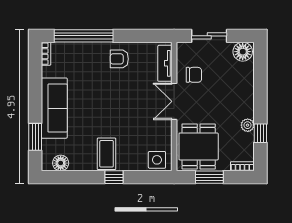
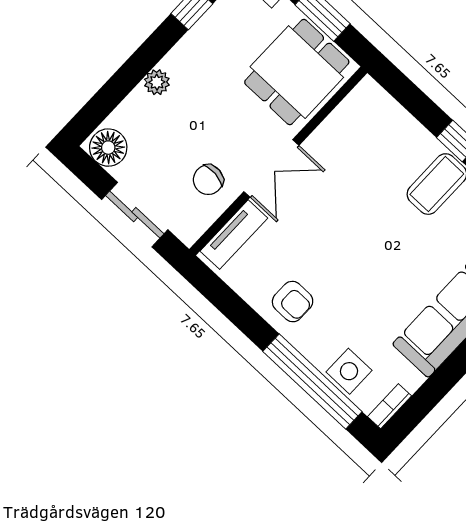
chair: (194, 75) -> (208, 180), turned -84
plant: (248, 125) -> (157, 82), moved
side table: (157, 160) -> (349, 371), moved

